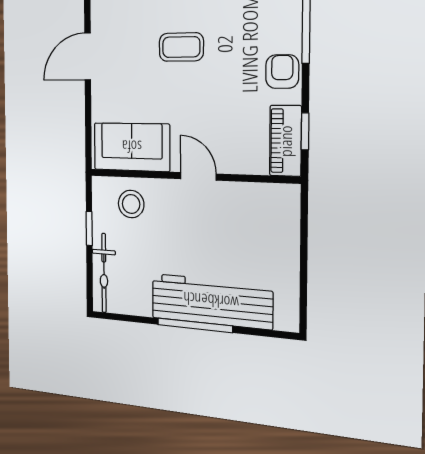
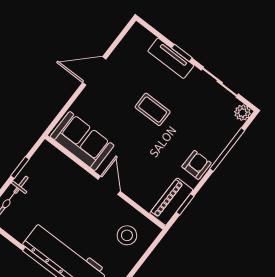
stool: (131, 204) -> (127, 235), moved

